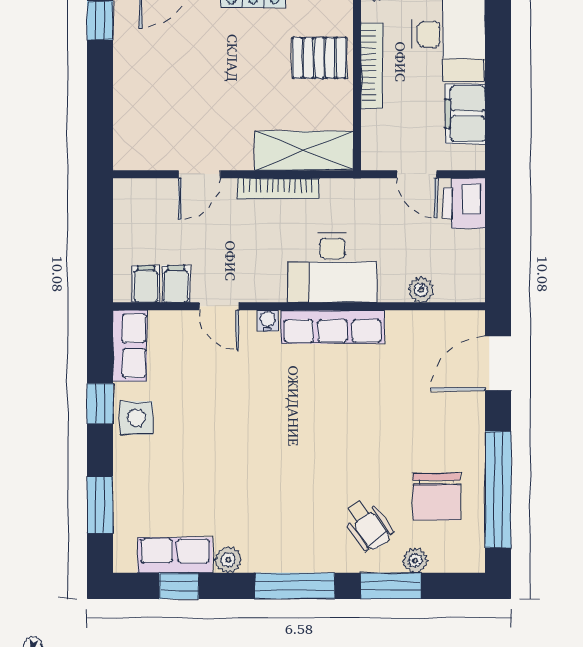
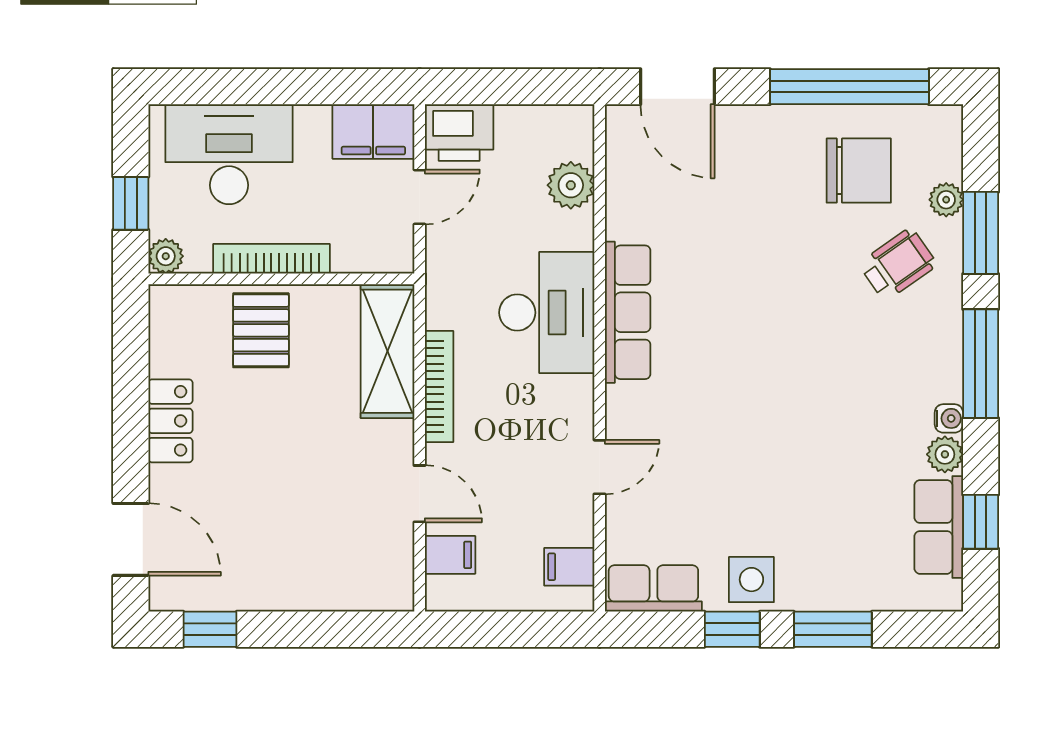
filing cabinet: (465, 114) -> (373, 131), moved
filing cabinet: (176, 284) -> (450, 555), moved, turned 180
plant: (421, 290) -> (571, 185), width x1.38, depth x1.38
water cooler: (268, 321) -> (949, 418), moved, turned 180
window: (100, 505) -> (833, 629), moved

